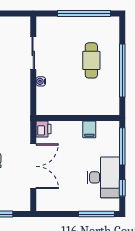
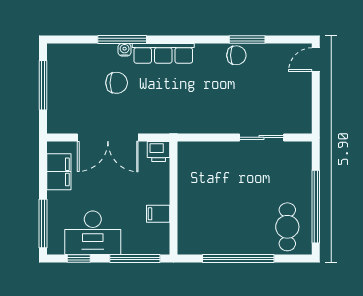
cafe table: (91, 60) -> (287, 227), moved, turned 90
water cooler: (41, 81) -> (223, 148), removed
filing cabinet: (58, 202) -> (59, 172), added

